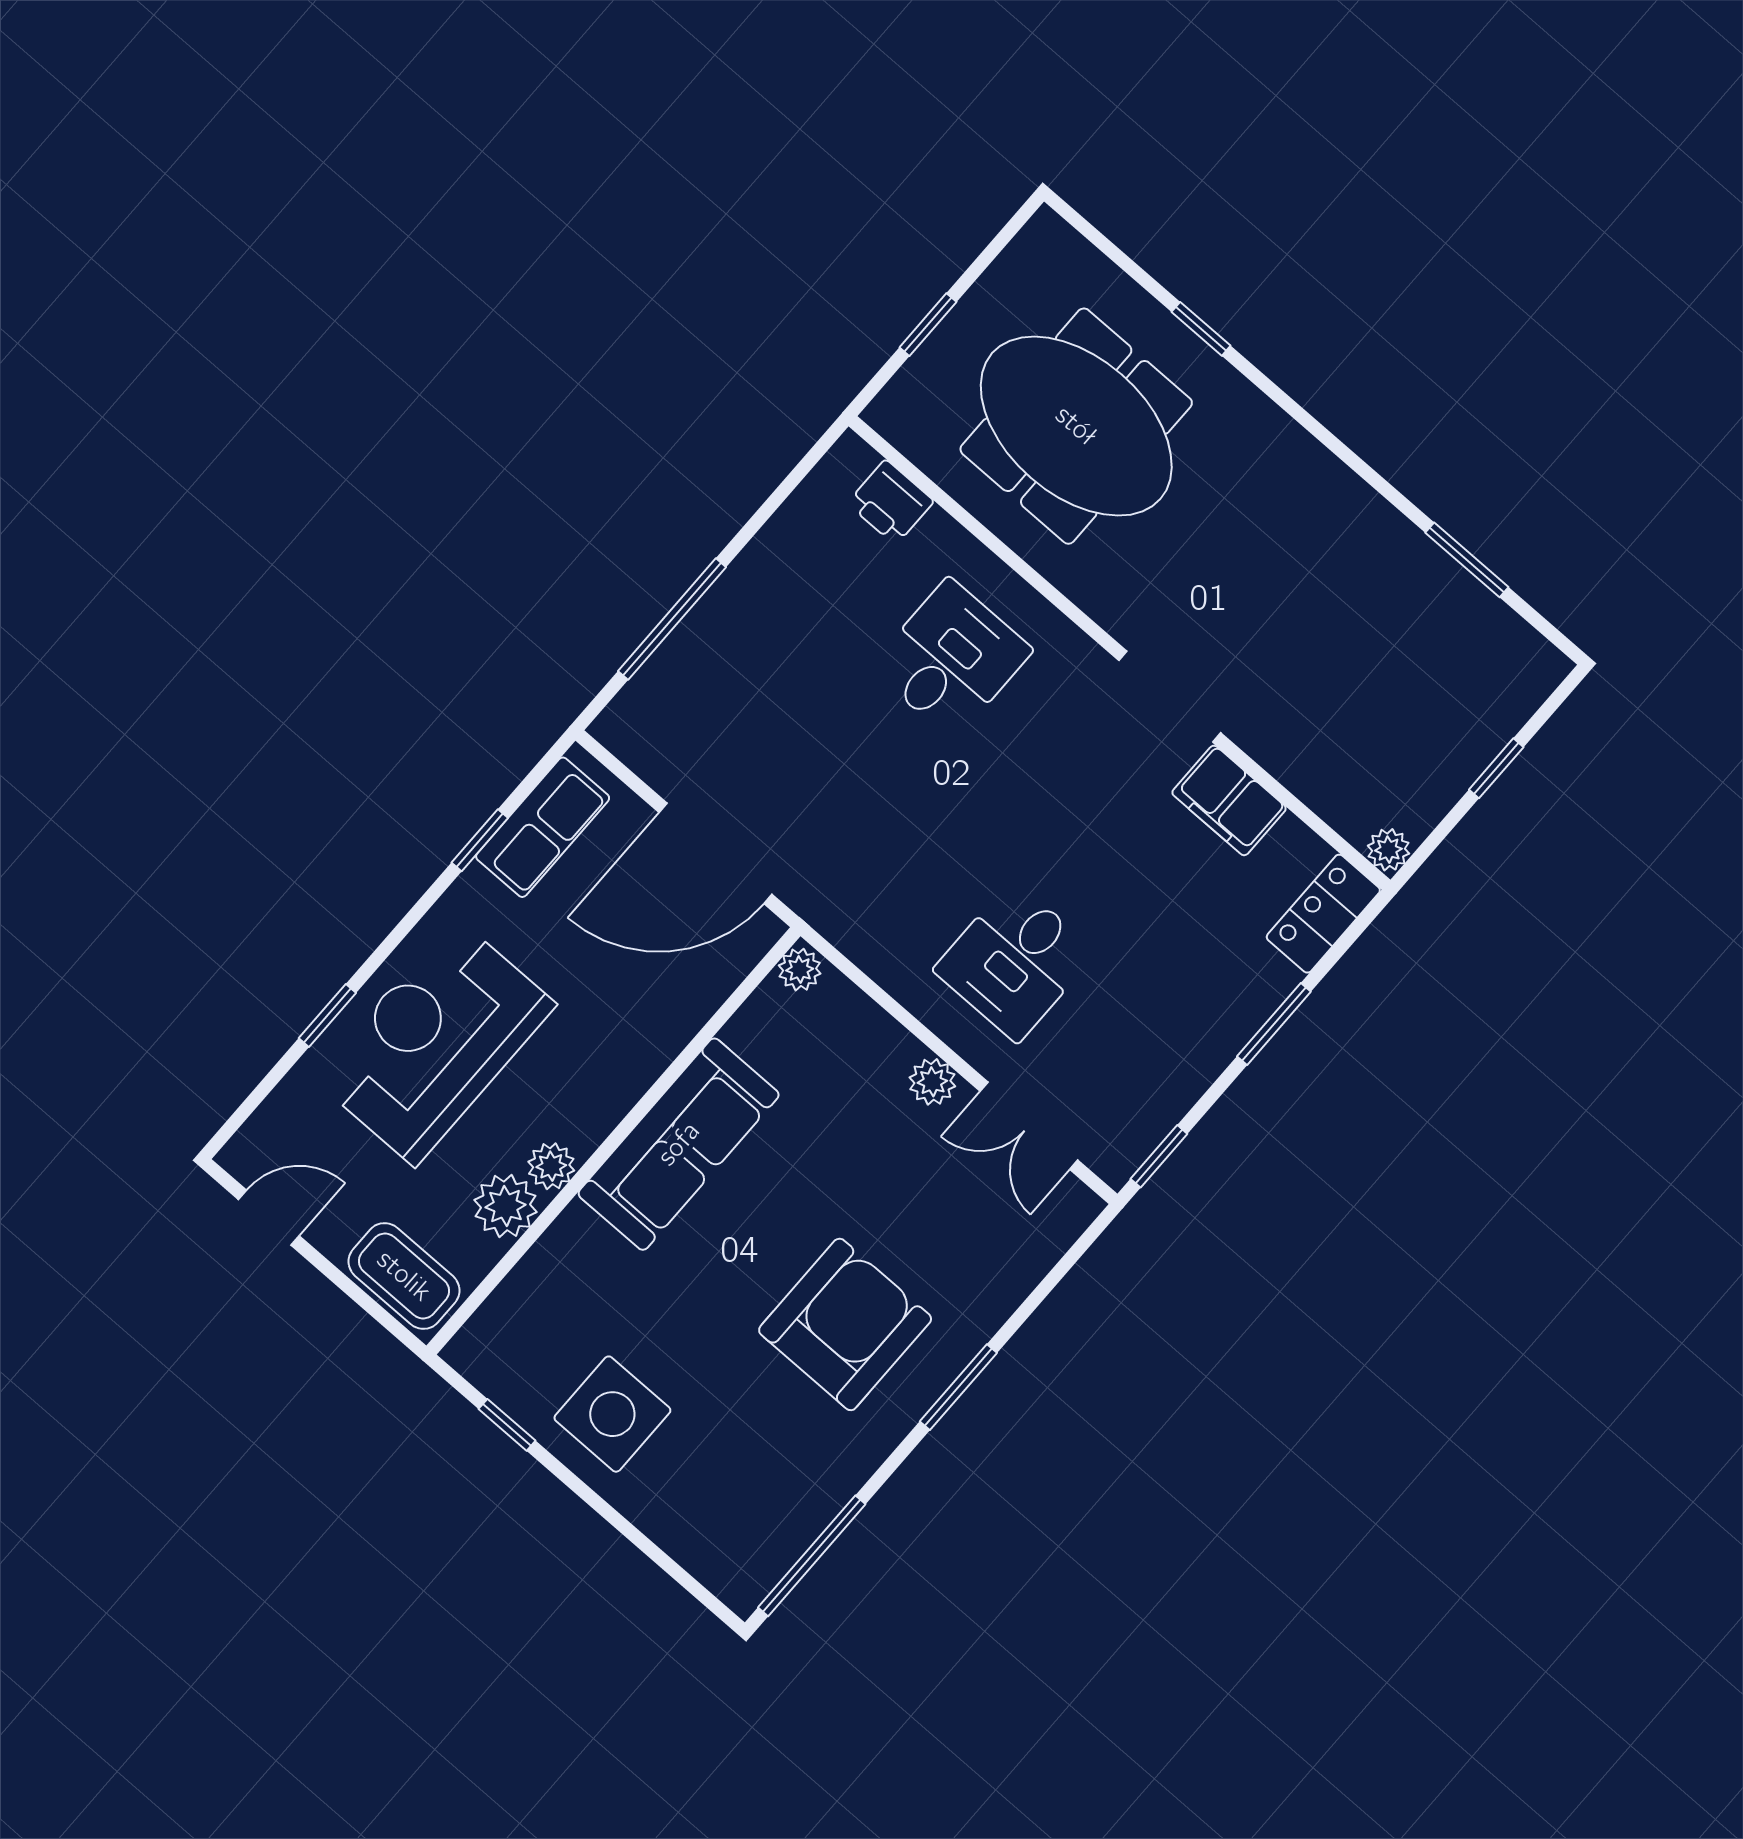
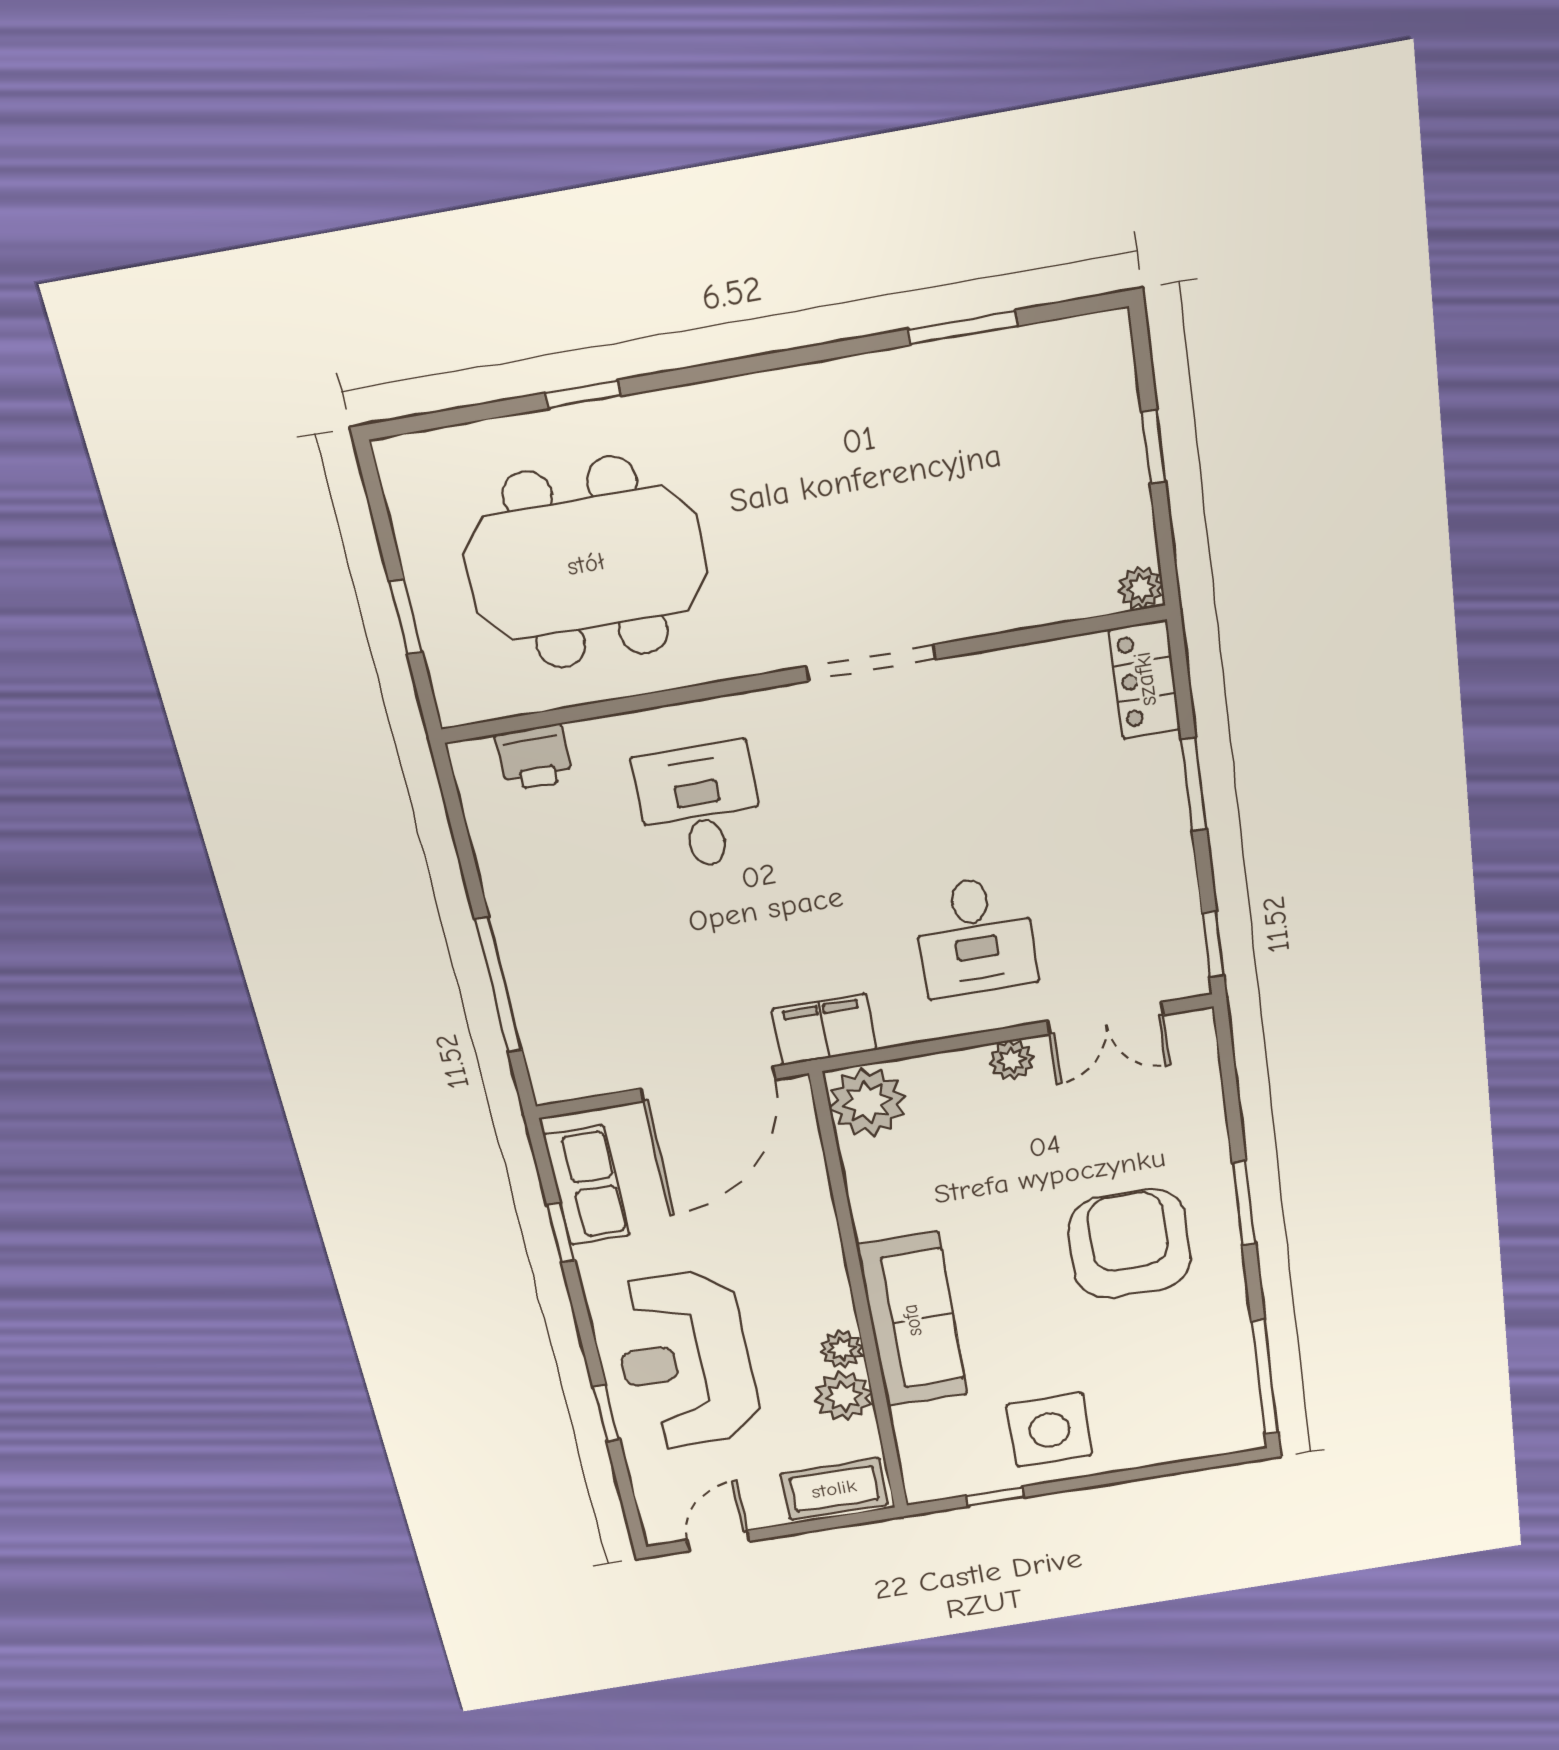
filing cabinet: (1229, 800) -> (824, 1030), moved, turned 180
plant: (800, 970) -> (867, 1102), width x1.88, depth x1.88
sofa: (679, 1144) -> (912, 1320), moved

